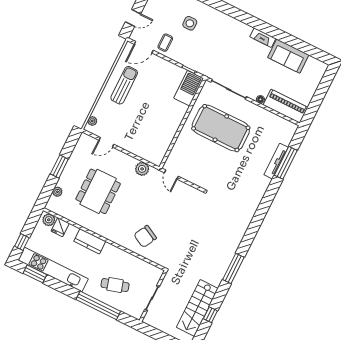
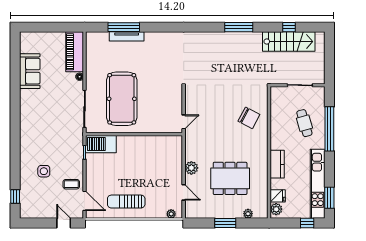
fireplace: (263, 38) -> (25, 101), removed
plant: (142, 169) -> (191, 168), moved

